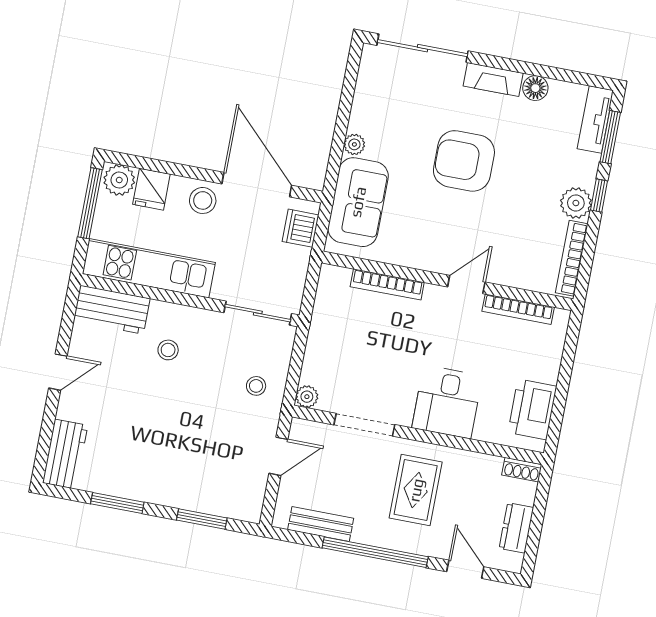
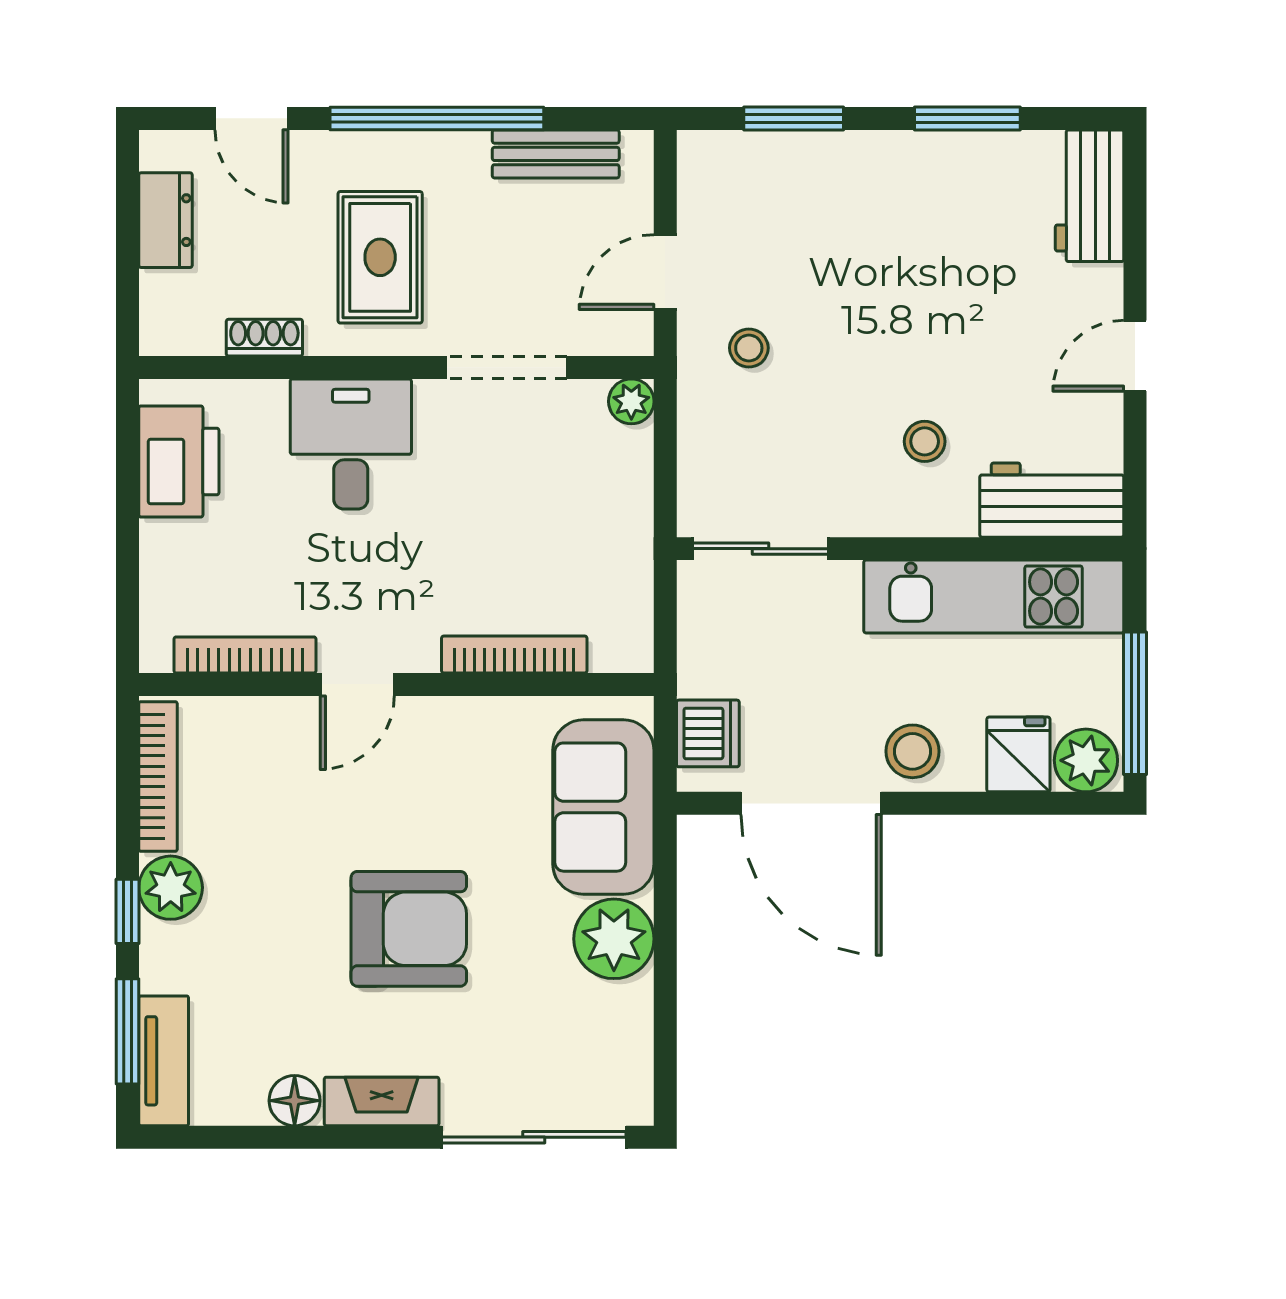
plant: (354, 144) -> (614, 939), width x1.87, depth x1.87
stool: (256, 386) -> (749, 348), moved
shoe rack: (522, 470) -> (264, 338), moved

